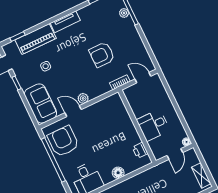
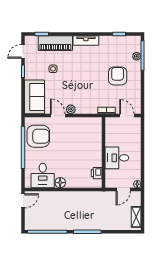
armchair: (102, 55) -> (118, 76), moved, turned 90
armchair: (63, 141) -> (38, 136), turned 90
floor lamp: (118, 173) -> (60, 183), moved

